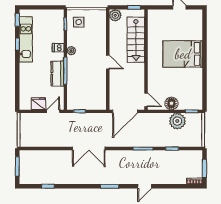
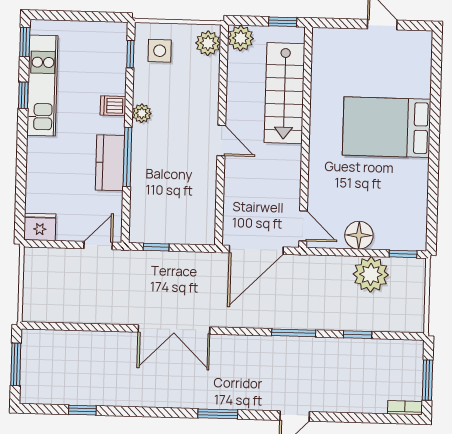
plant: (100, 18) -> (208, 43), added
fridge: (39, 104) -> (40, 227), moved

